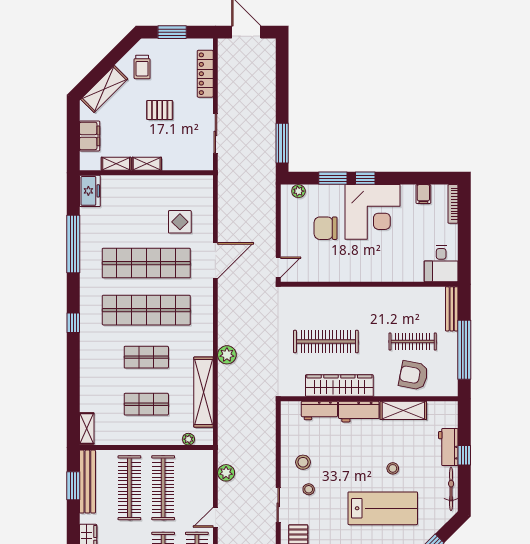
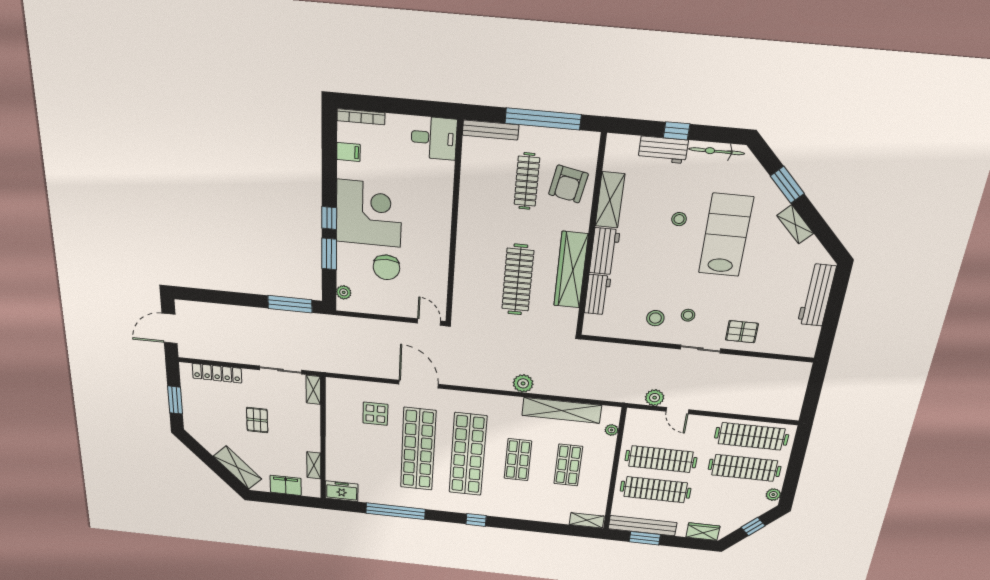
trolley: (142, 67) -> (213, 431), removed
shelving: (147, 164) -> (313, 390), moved
door: (215, 517) -> (677, 411), moved

